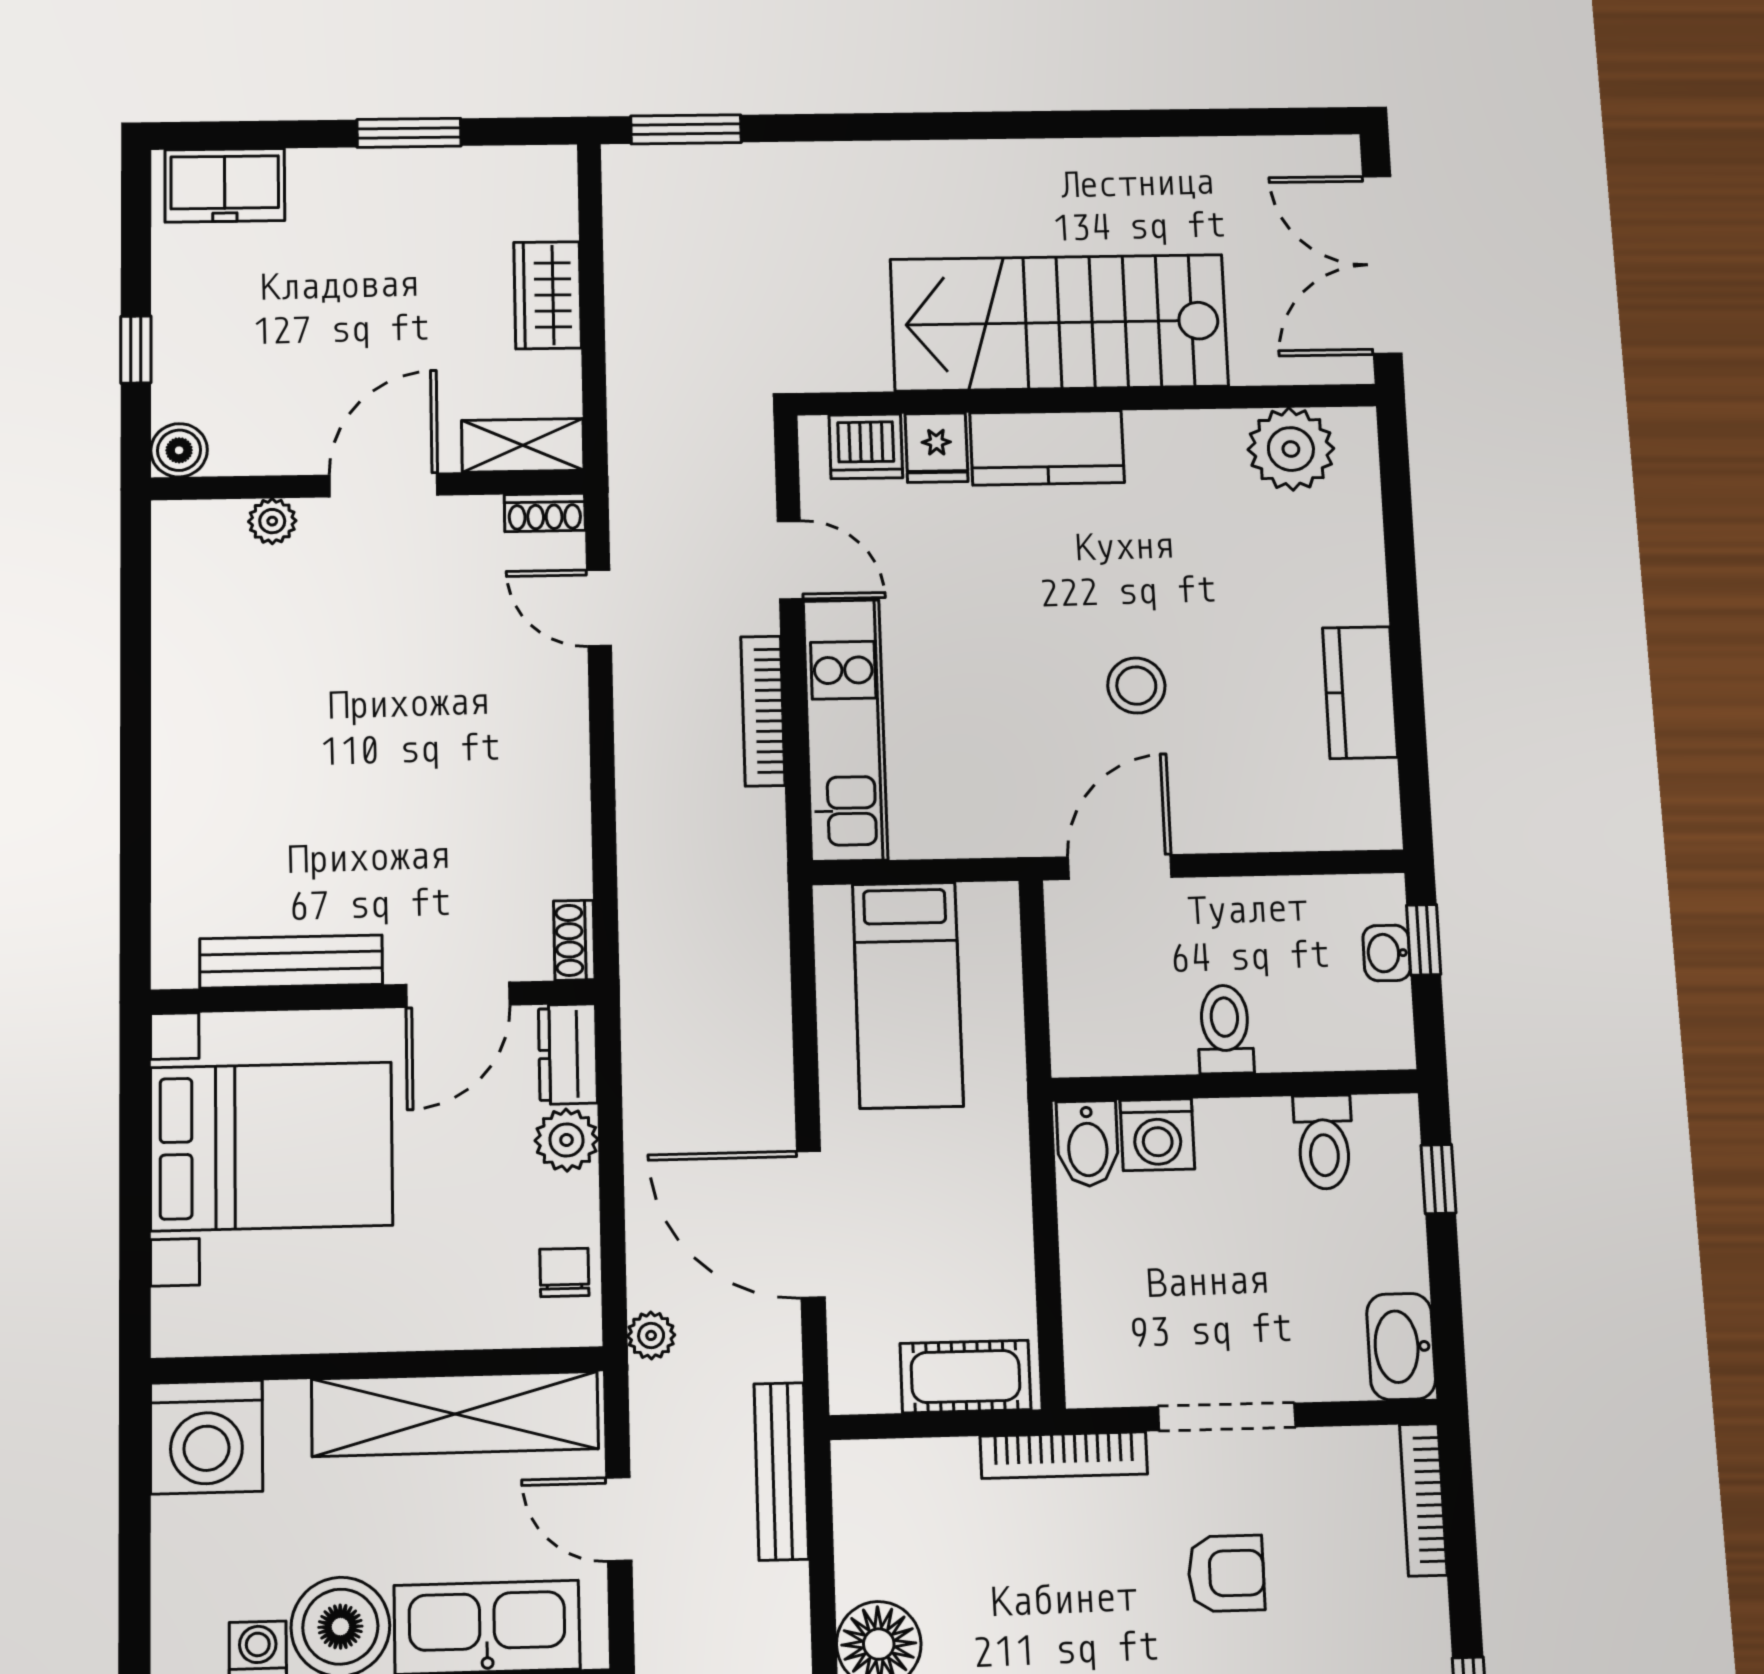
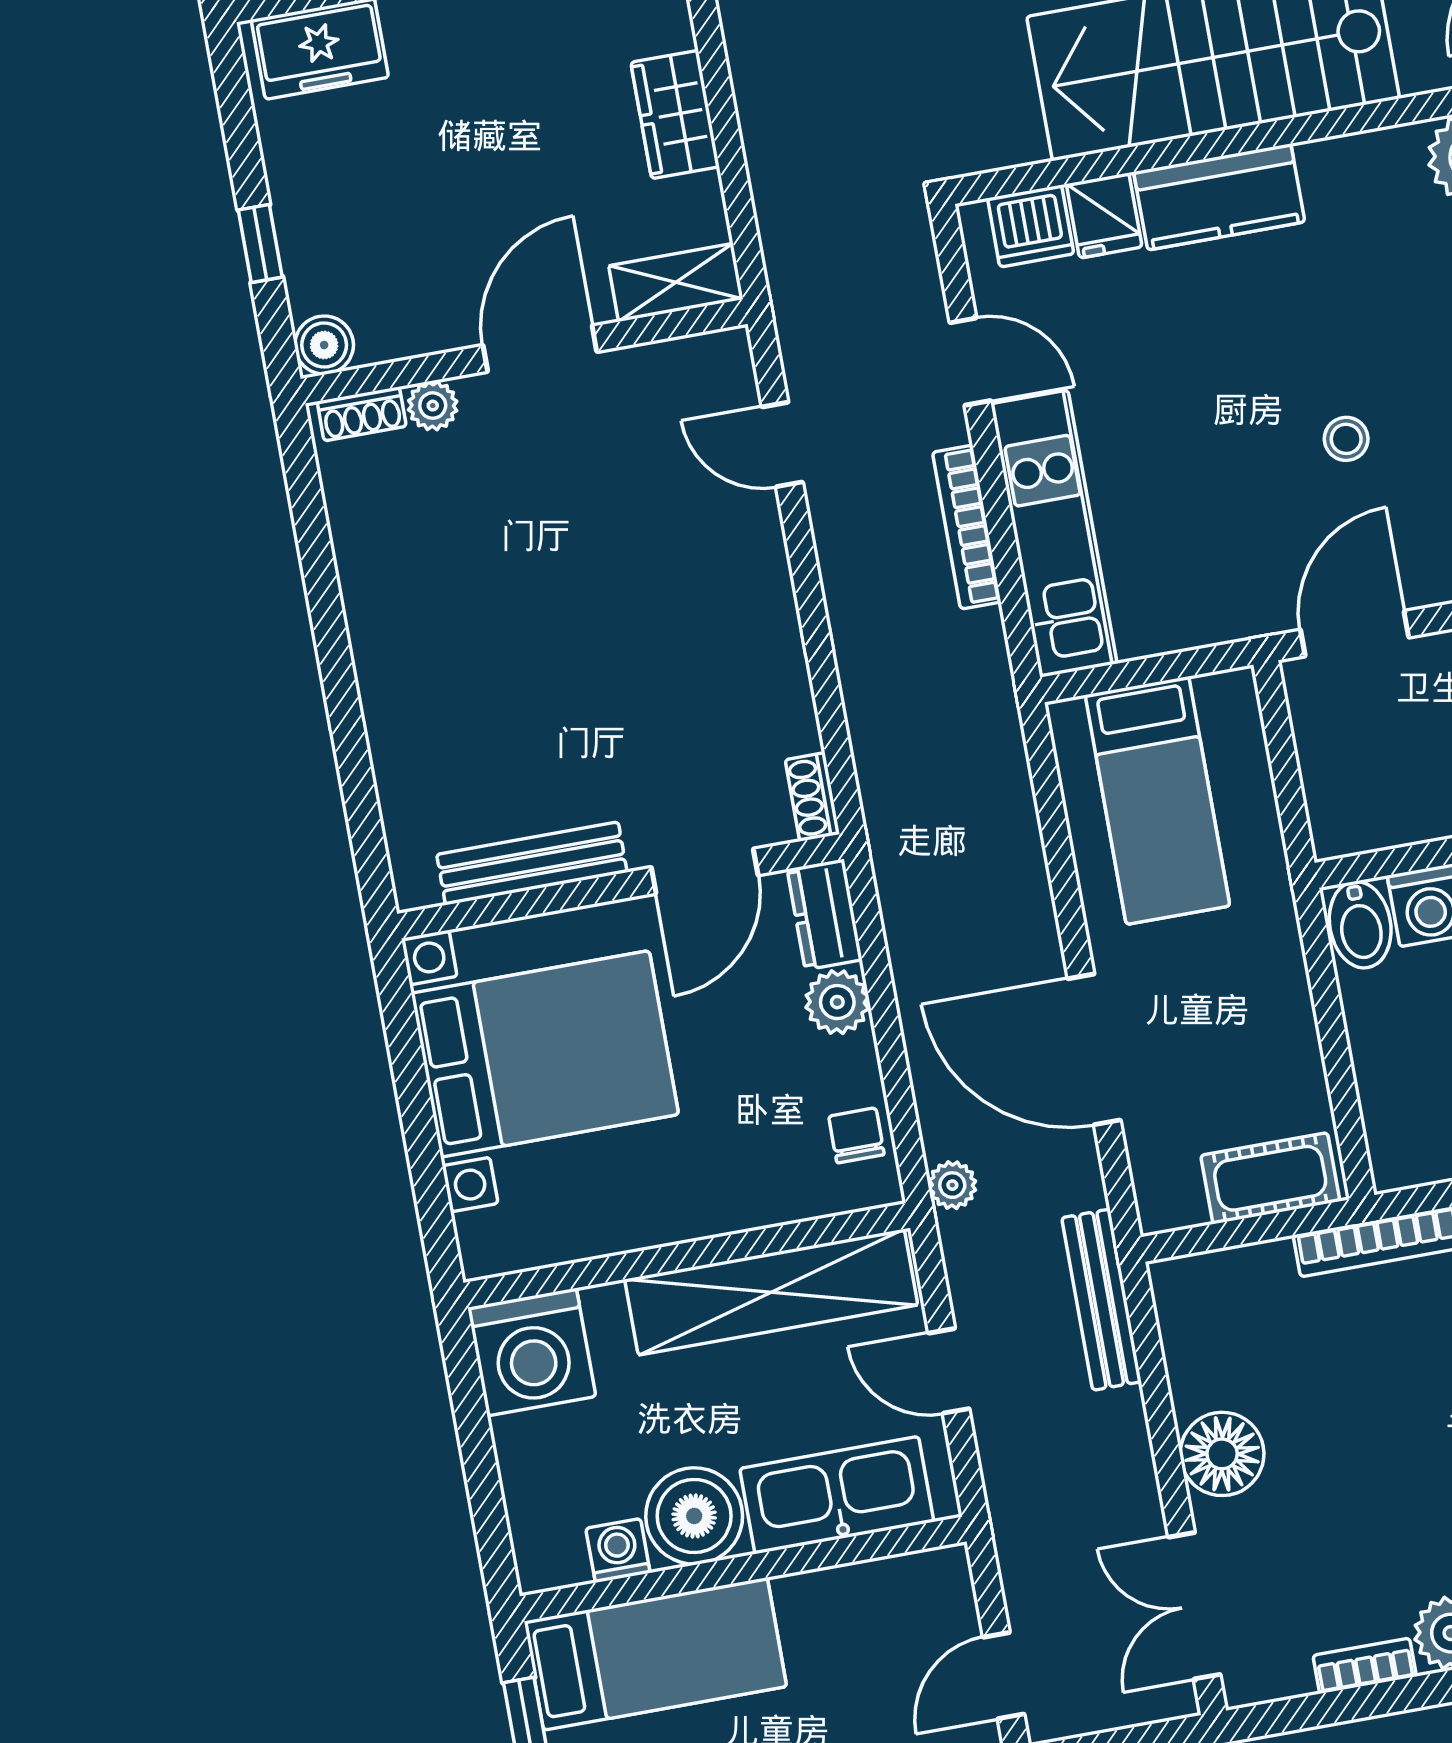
shoe rack: (545, 512) -> (362, 414), moved
stool: (1136, 686) -> (1346, 439), width x0.73, depth x0.73

